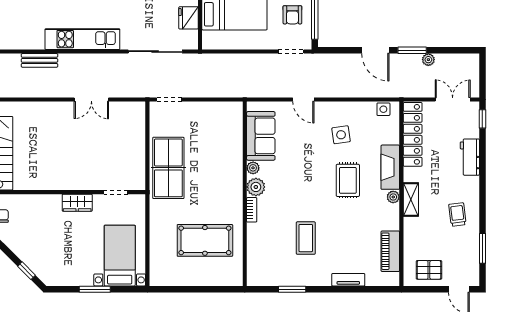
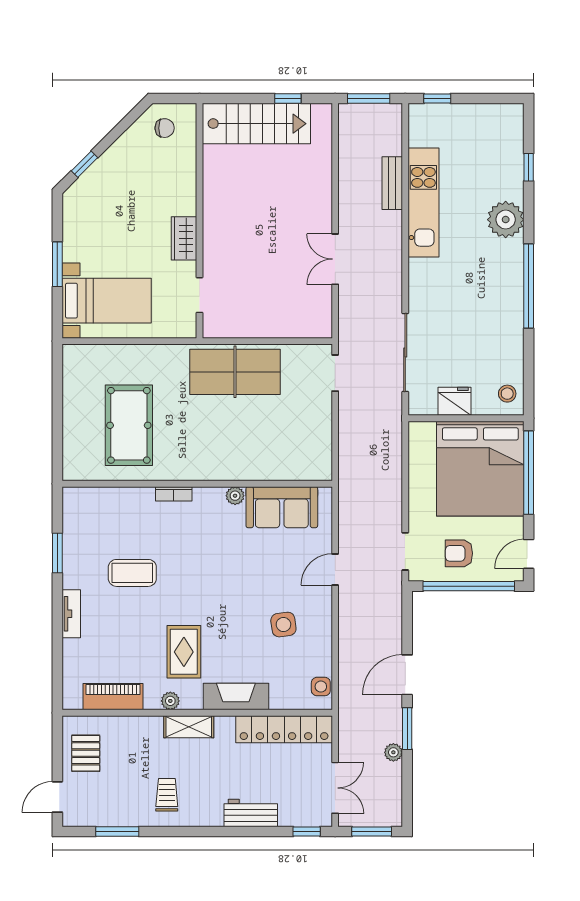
kitchen unit: (82, 39) -> (423, 203), moved
window: (482, 74) -> (372, 832), added
rug: (348, 180) -> (184, 652), moved, turned 90
plant: (256, 187) -> (207, 500), removed
plant: (393, 197) -> (170, 701), moved
trolley: (457, 214) -> (167, 795), turned -83
tv unit: (348, 280) -> (71, 614), moved

